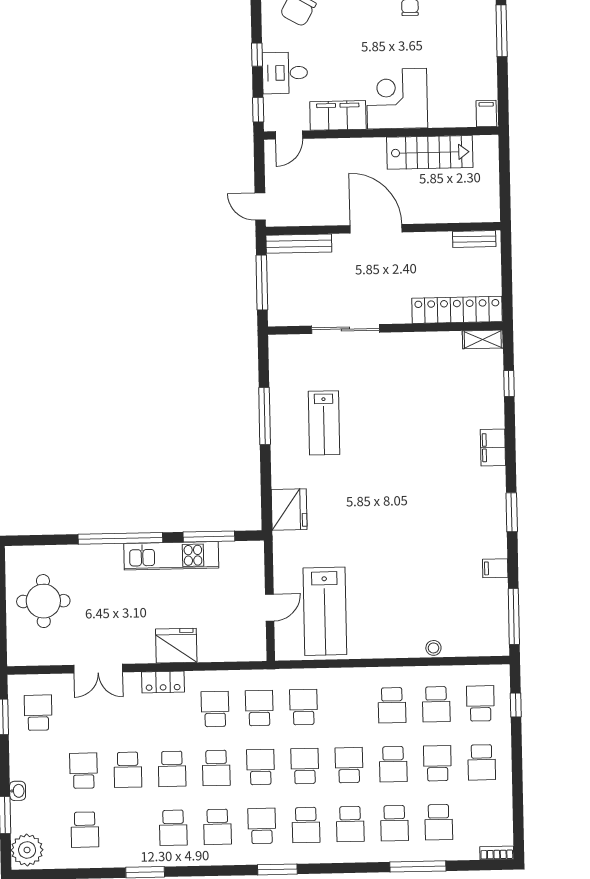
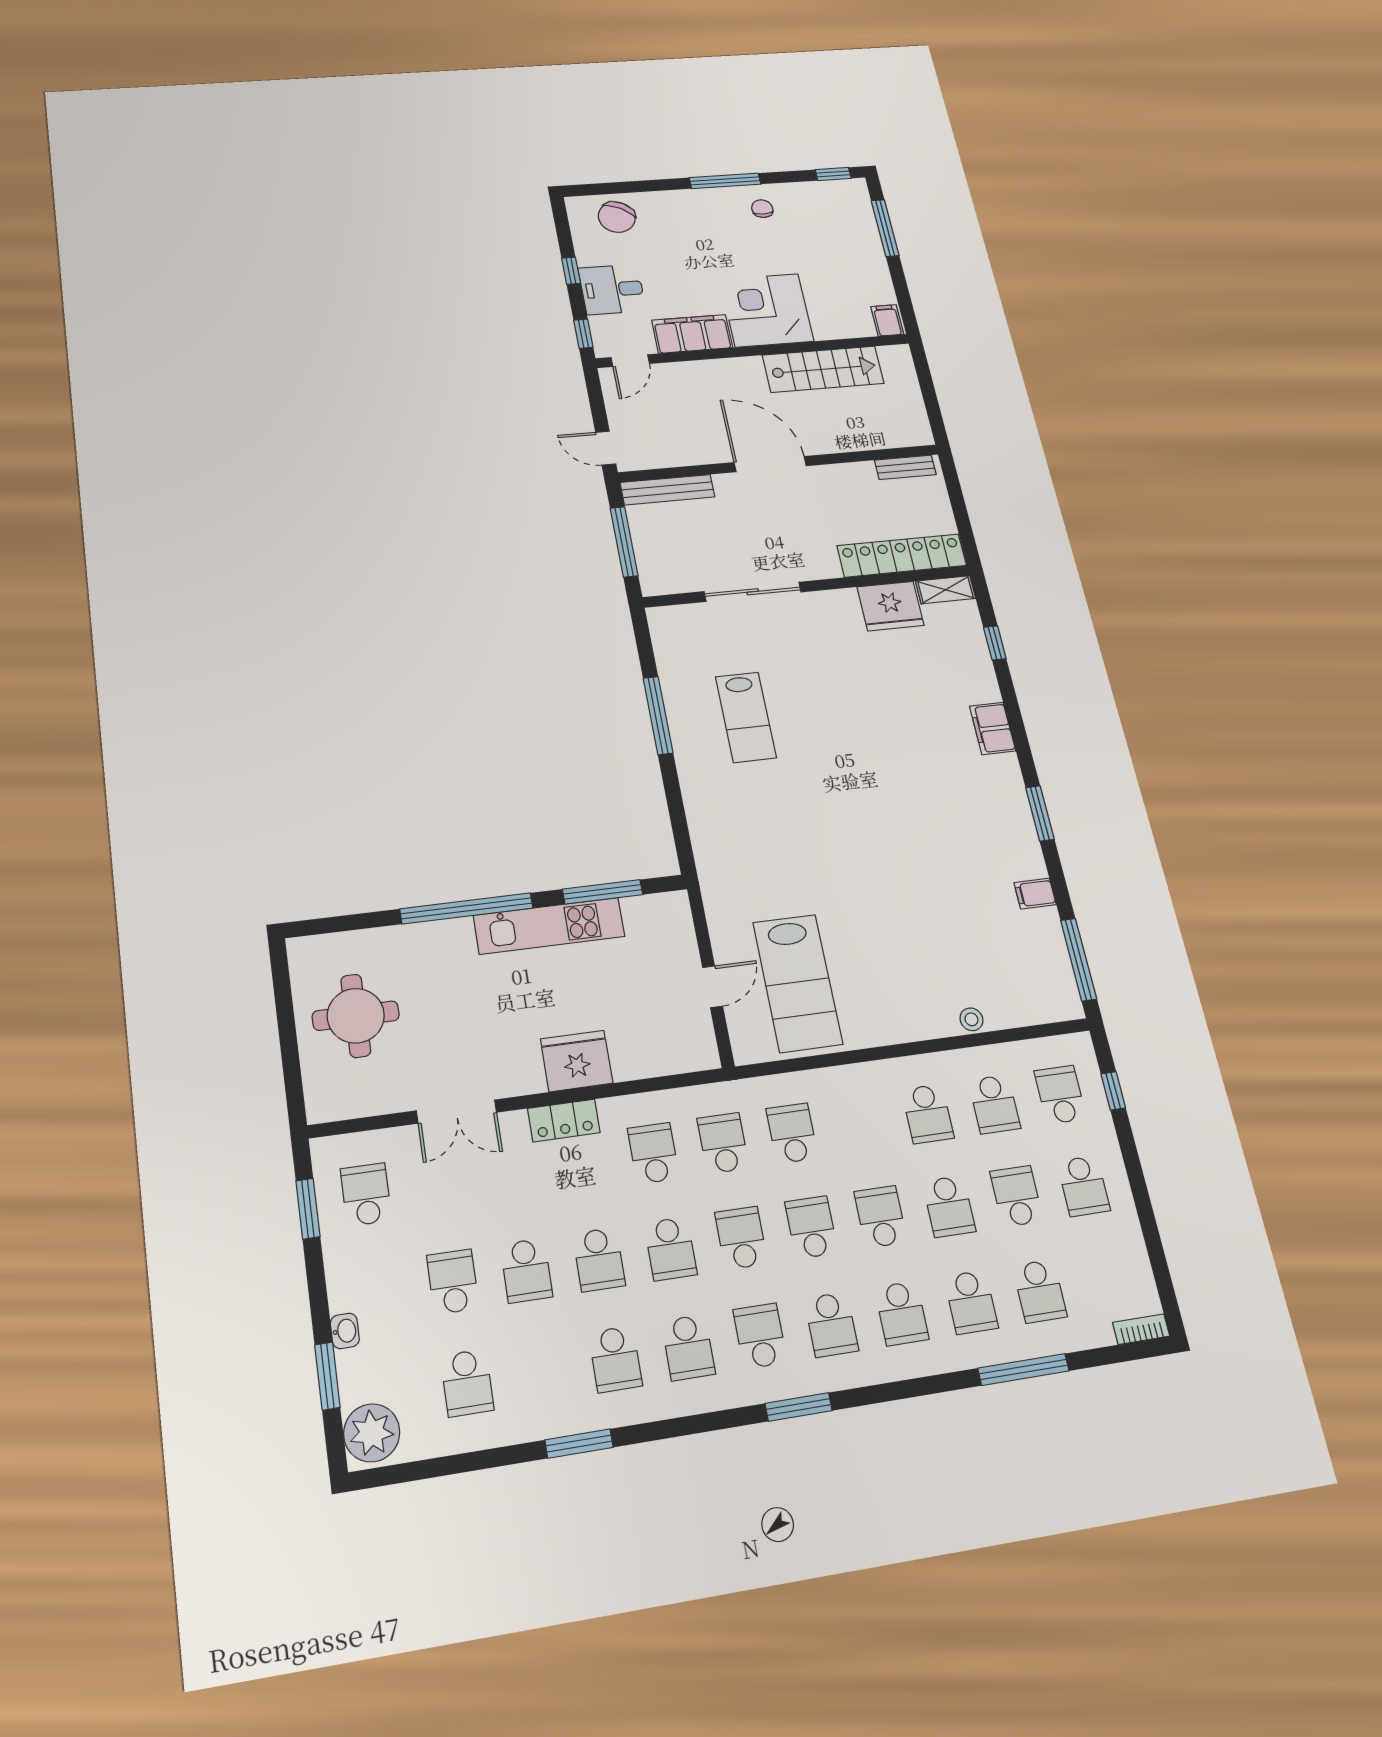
fridge: (289, 509) -> (890, 606), moved, turned 90

